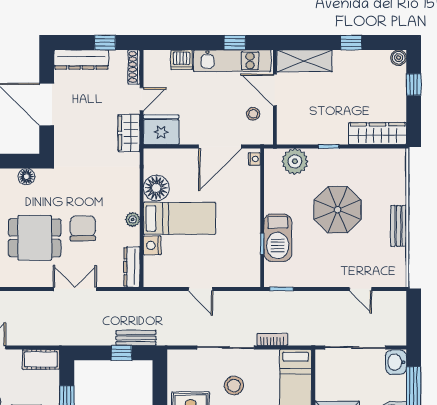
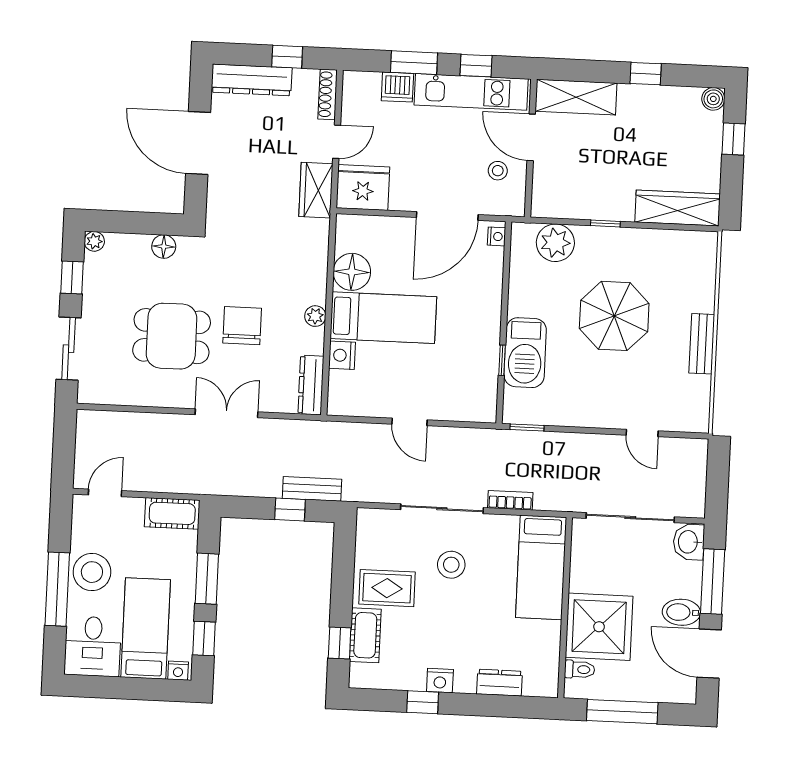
window: (192, 42) -> (414, 63), added

